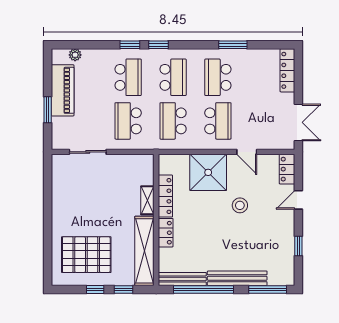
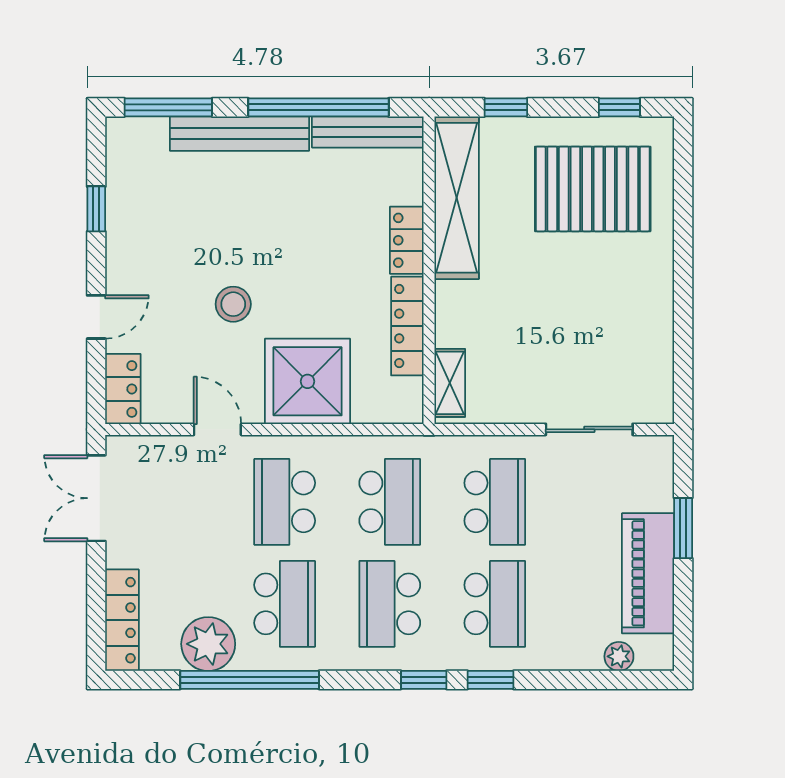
window: (233, 45) -> (250, 680), width x2.11
plant: (251, 60) -> (208, 644), added
school desk: (128, 77) -> (495, 604), turned 180
shelving: (147, 200) -> (450, 383), moved
window: (95, 289) -> (619, 107), moved

